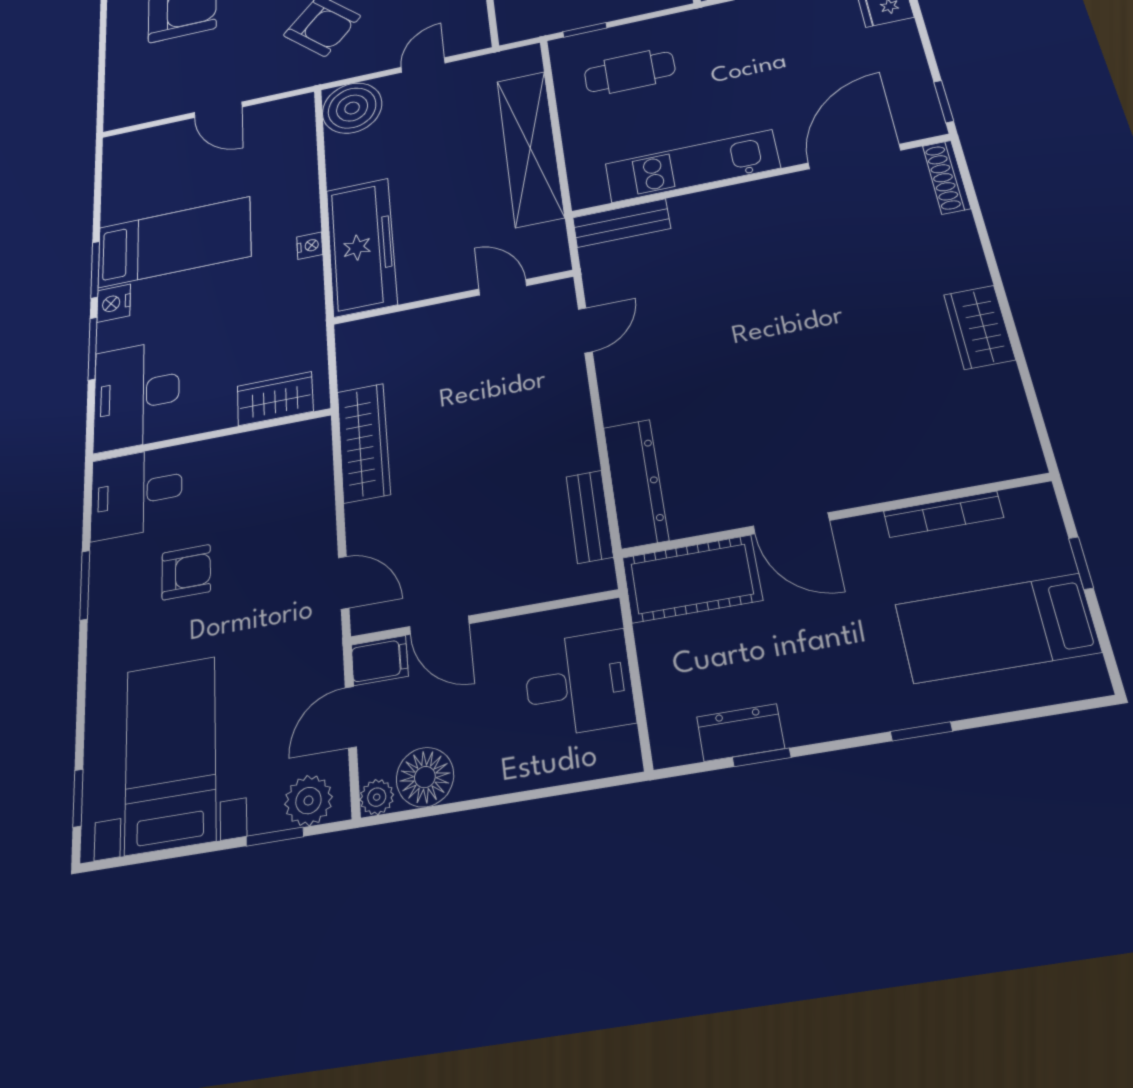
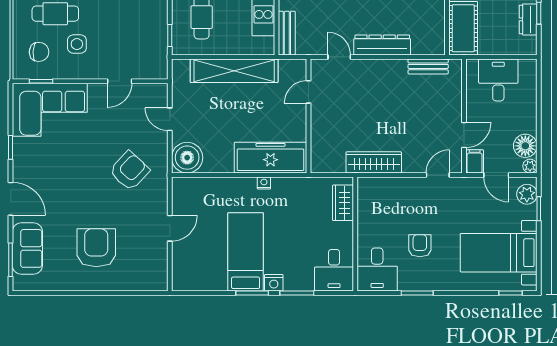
desk: (137, 395) -> (334, 270), width x0.73
dresser: (636, 483) -> (382, 45), moved

